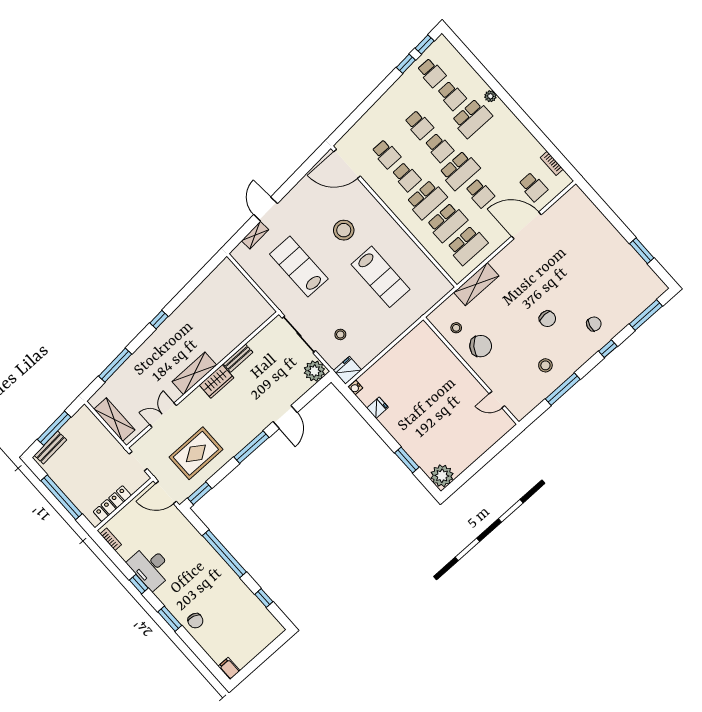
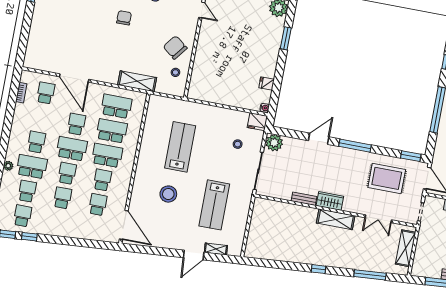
school desk: (492, 141) -> (36, 142), added

